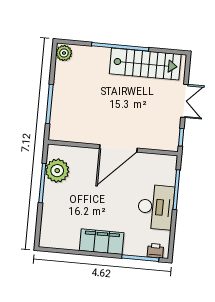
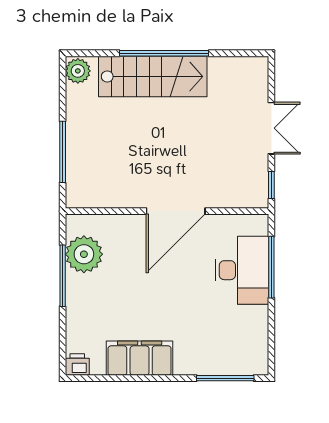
stairs: (145, 64) -> (153, 77), moved
desk: (156, 207) -> (242, 270), moved
filing cabinet: (102, 242) -> (140, 358), moved
printer: (155, 251) -> (77, 365), moved

